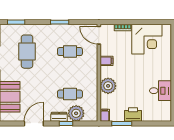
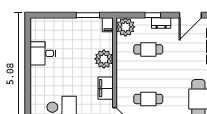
filing cabinet: (106, 61) -> (106, 88), width x2.00
plant: (76, 113) -> (125, 27), moved
printer: (133, 115) -> (75, 26), removed

